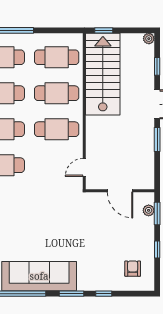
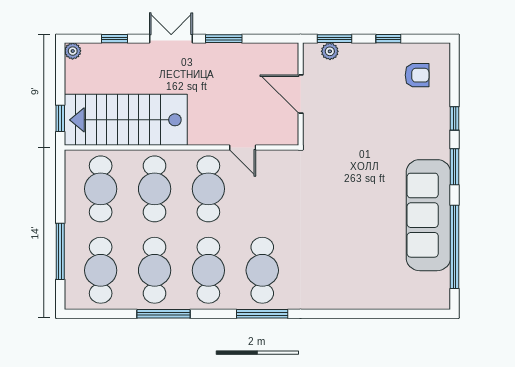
door: (84, 167) -> (243, 147), moved
door: (120, 191) -> (301, 94), swing flipped
armchair: (133, 269) -> (417, 75), turned 180

